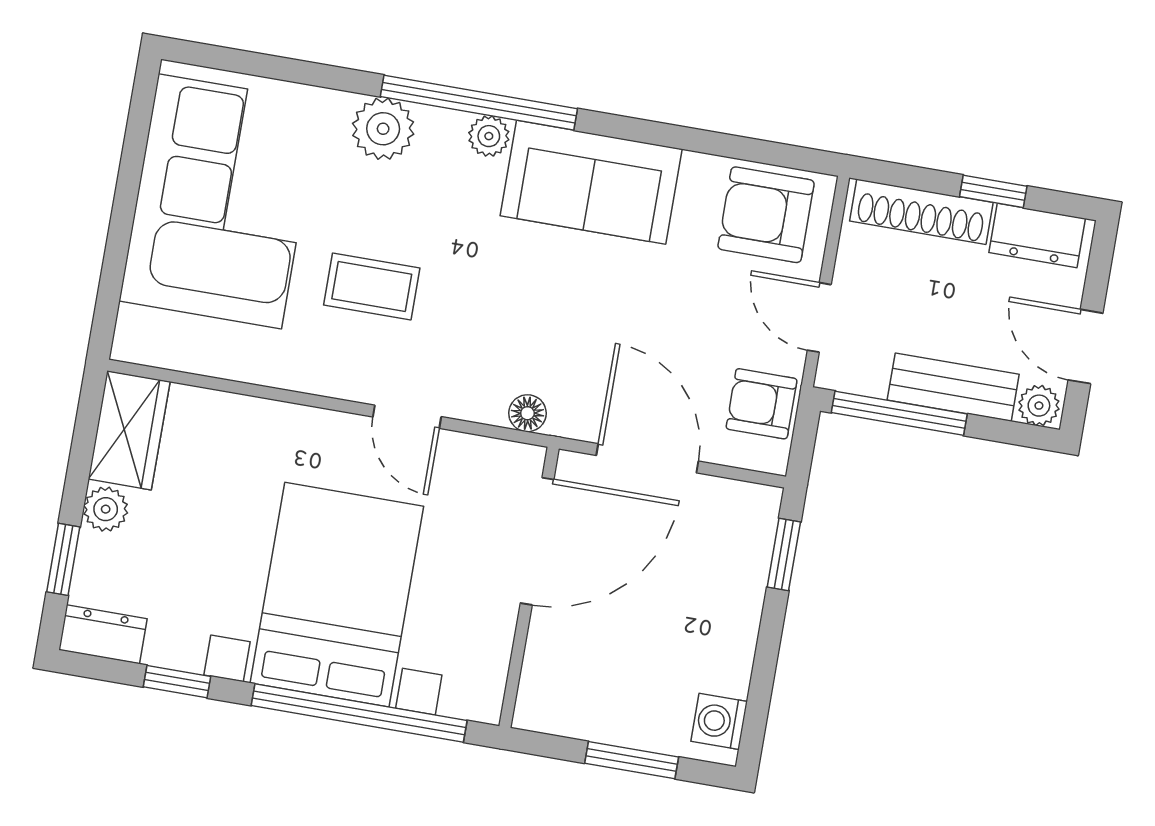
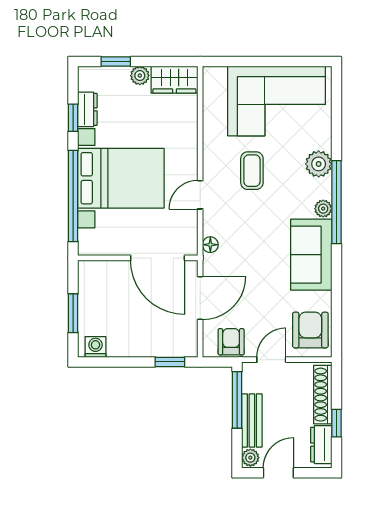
dresser: (103, 634) -> (87, 109), moved

